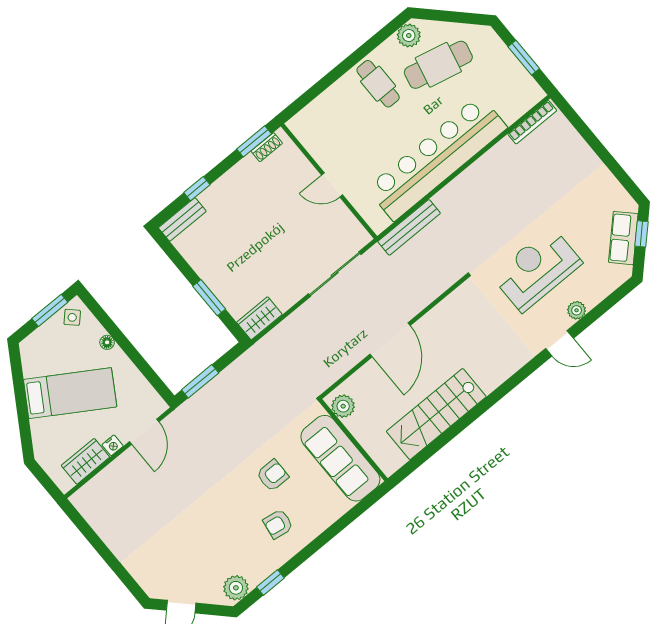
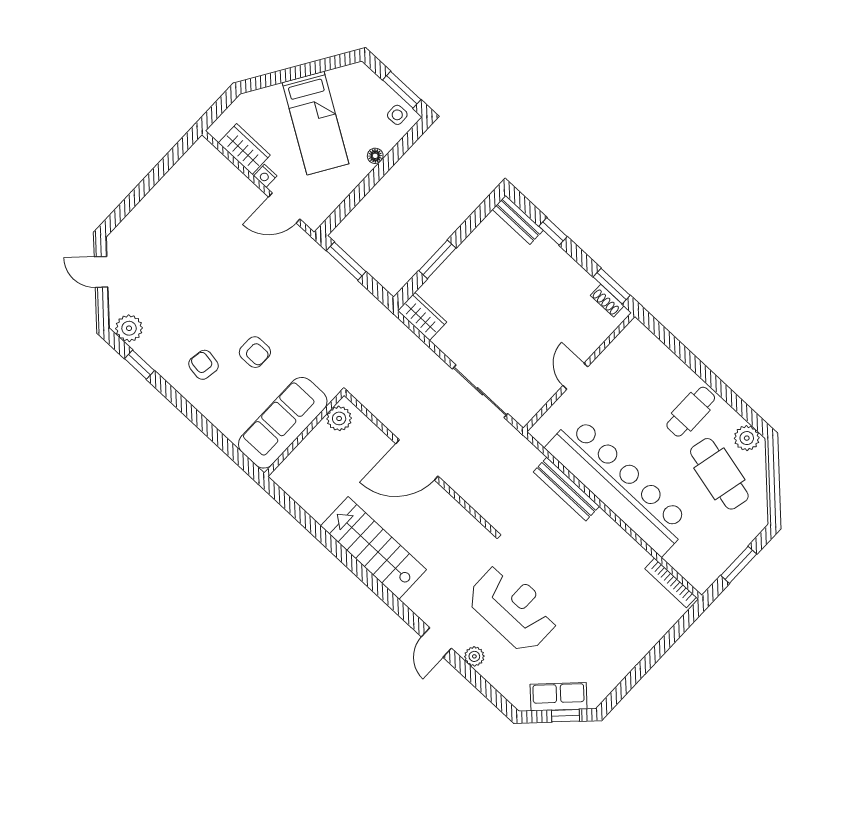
bench: (409, 227) -> (566, 489), moved
side table: (72, 317) -> (397, 115), turned 45
stairs: (436, 414) -> (373, 548), moved

